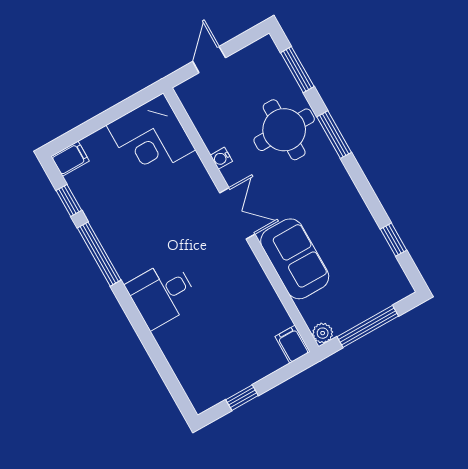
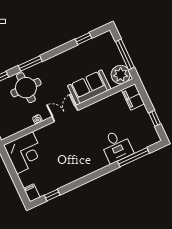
window: (99, 254) -> (133, 157), moved
desk: (162, 294) -> (116, 146), moved
plant: (323, 333) -> (121, 75), width x1.88, depth x1.88
filing cabinet: (292, 344) -> (133, 97), width x2.00

